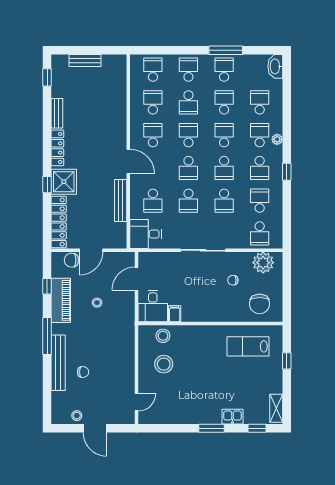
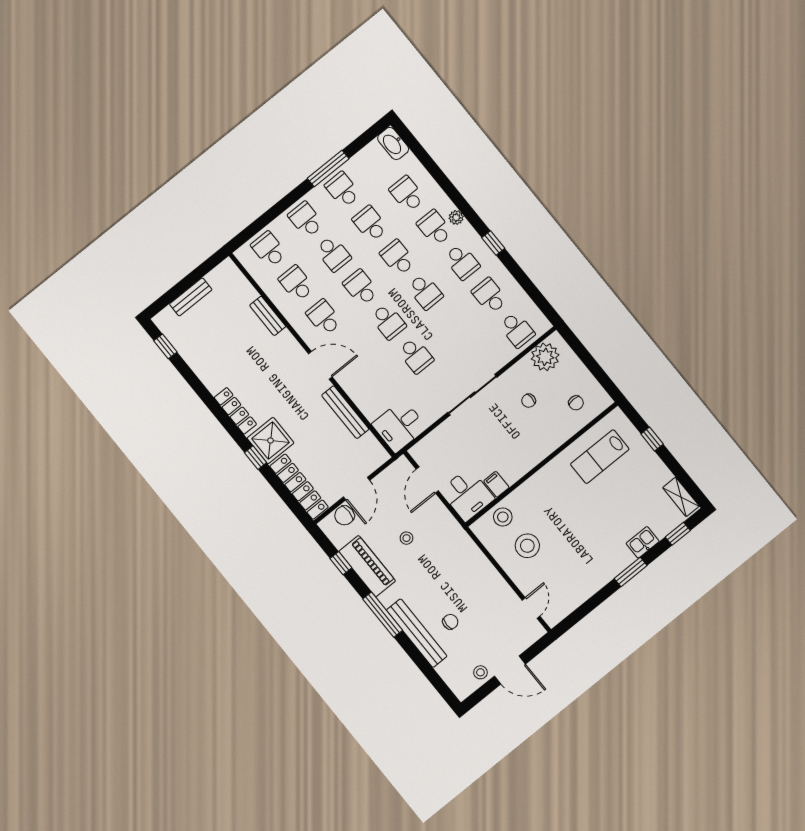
bench: (57, 113) -> (268, 316), moved
school desk: (153, 201) -> (379, 385), removed
school desk: (224, 201) -> (453, 326), removed
chair: (260, 304) -> (576, 403), width x0.54, depth x0.54

